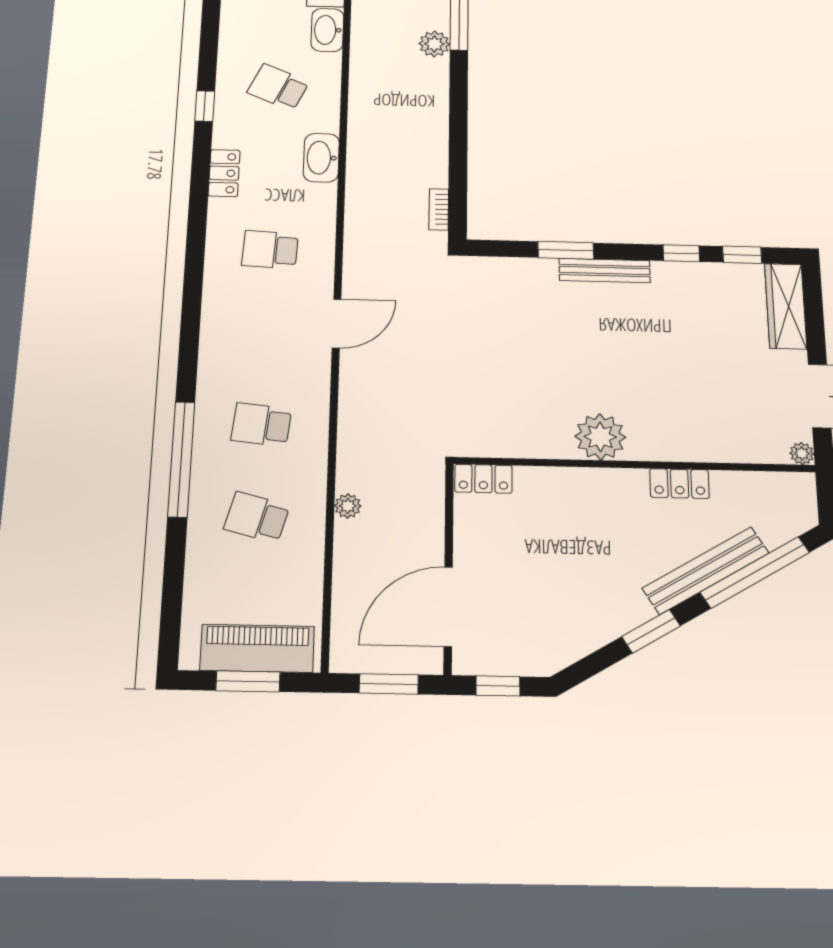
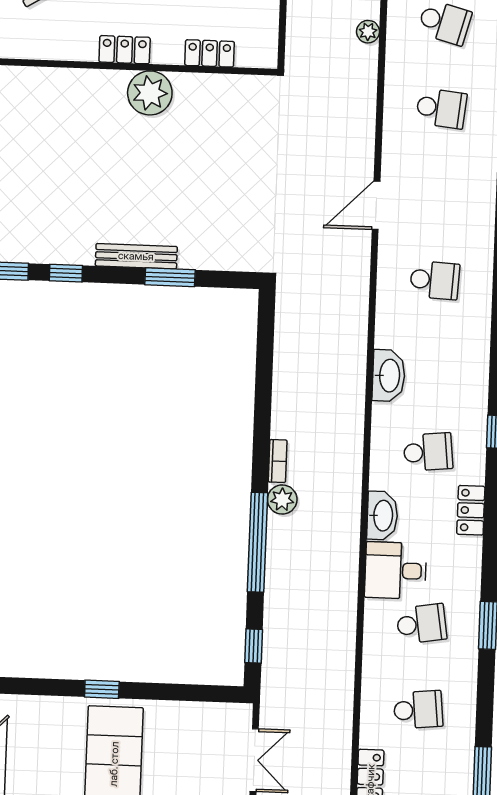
school desk: (278, 87) -> (428, 452), turned -30
locker: (224, 173) -> (471, 510), moved
bookcase: (439, 209) -> (278, 461), moved
locker: (483, 479) -> (210, 53), moved
locker: (680, 484) -> (125, 50), moved

